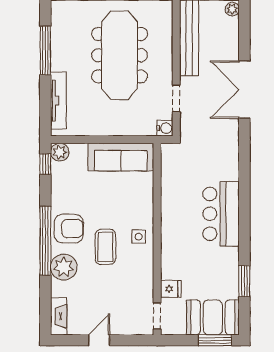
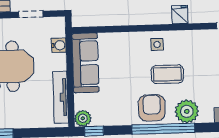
tv unit: (58, 101) -> (61, 97), moved, turned -90
water cooler: (165, 128) -> (59, 45), moved, turned 90
fridge: (171, 289) -> (180, 15), moved

